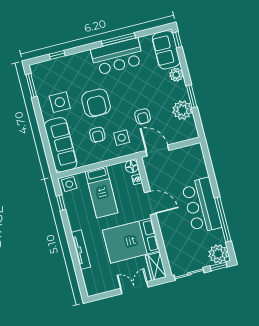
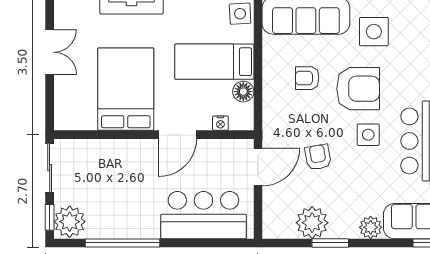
armchair: (96, 103) -> (358, 89), turned 180
armchair: (143, 116) -> (318, 157), turned 80
side table: (122, 138) -> (368, 135), moved
floor lamp: (132, 166) -> (243, 92), moved
bar counter: (202, 206) -> (203, 215), moved
wardrobe: (156, 266) -> (75, 118), removed
double door: (134, 288) -> (50, 52), moved

